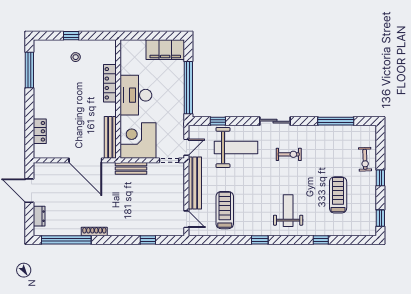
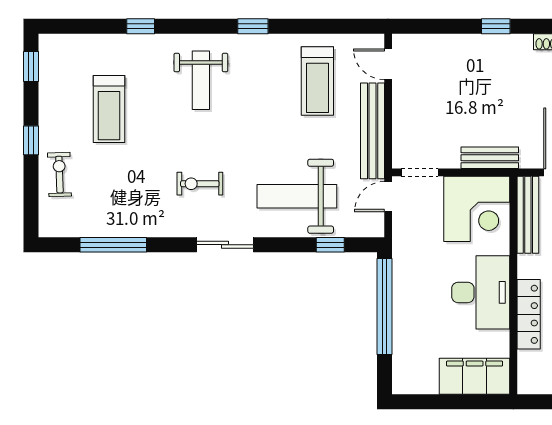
filing cabinet: (165, 50) -> (475, 376), moved
window: (148, 240) -> (496, 26), moved

